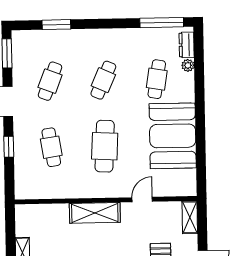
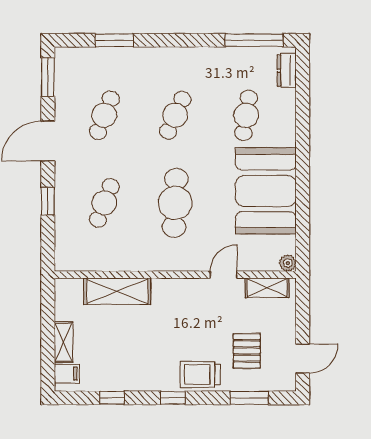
plant: (188, 65) -> (288, 263), moved
cafe table: (51, 147) -> (104, 203), turned 30
shelving: (95, 213) -> (117, 291), moved
shelving: (190, 217) -> (267, 288), moved, turned 90

